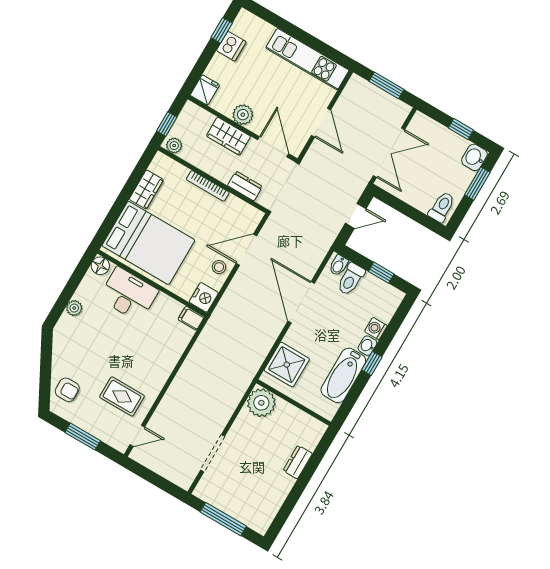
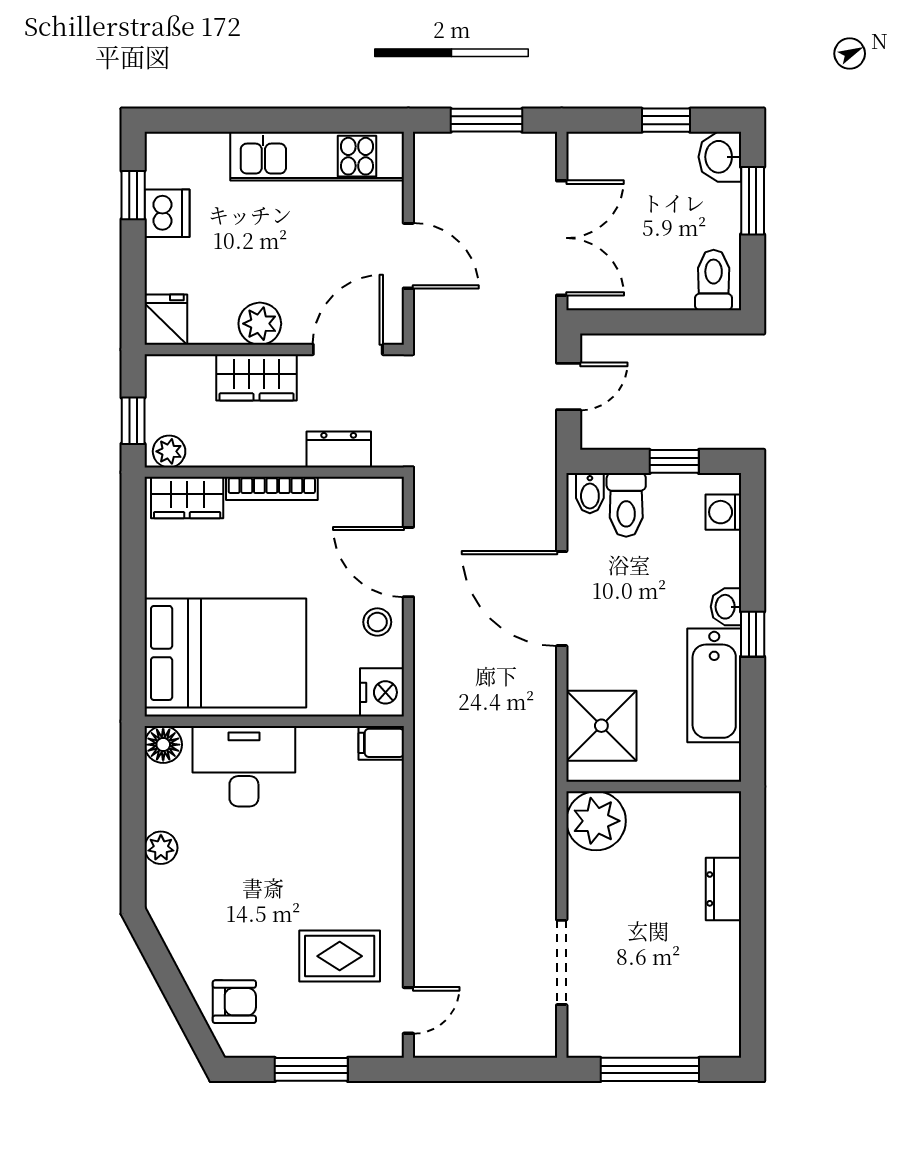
door: (273, 147) -> (348, 349), hinge flipped
wardrobe: (146, 189) -> (187, 498), moved, turned 90
door: (246, 250) -> (408, 562), hinge flipped
washing machine: (376, 329) -> (723, 512), moved

